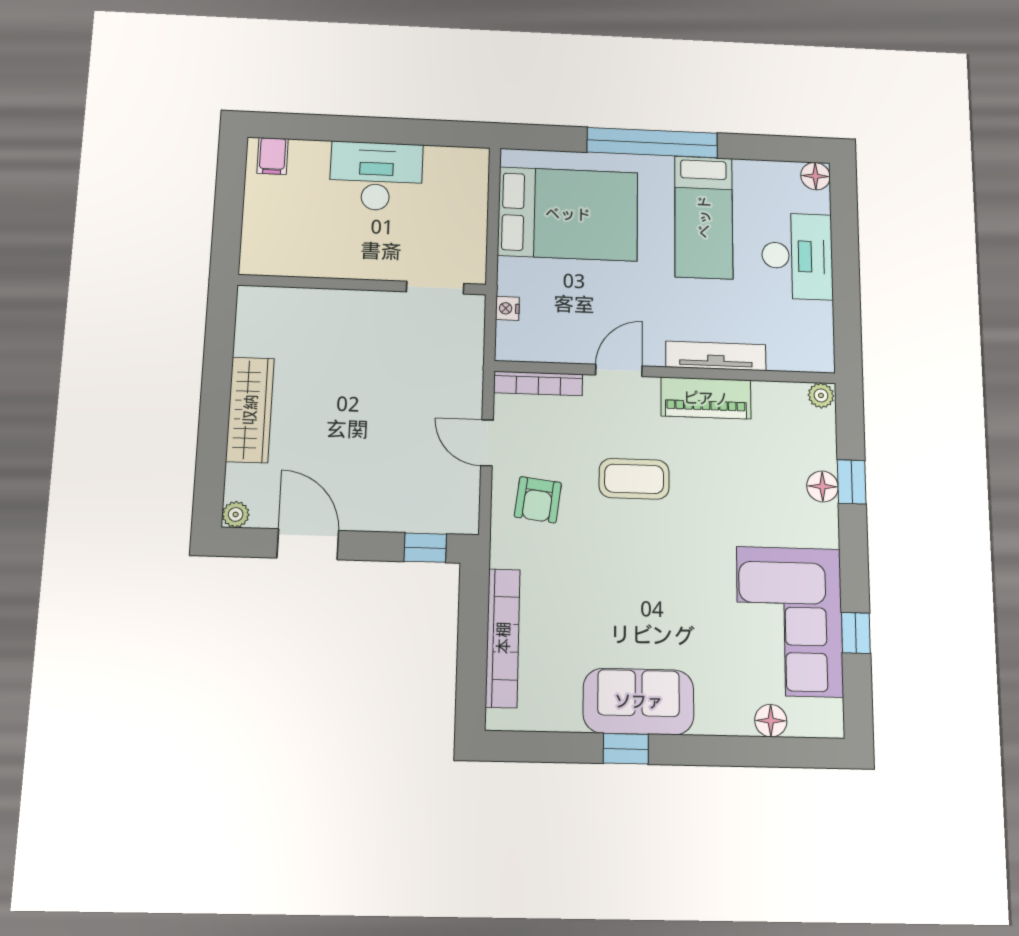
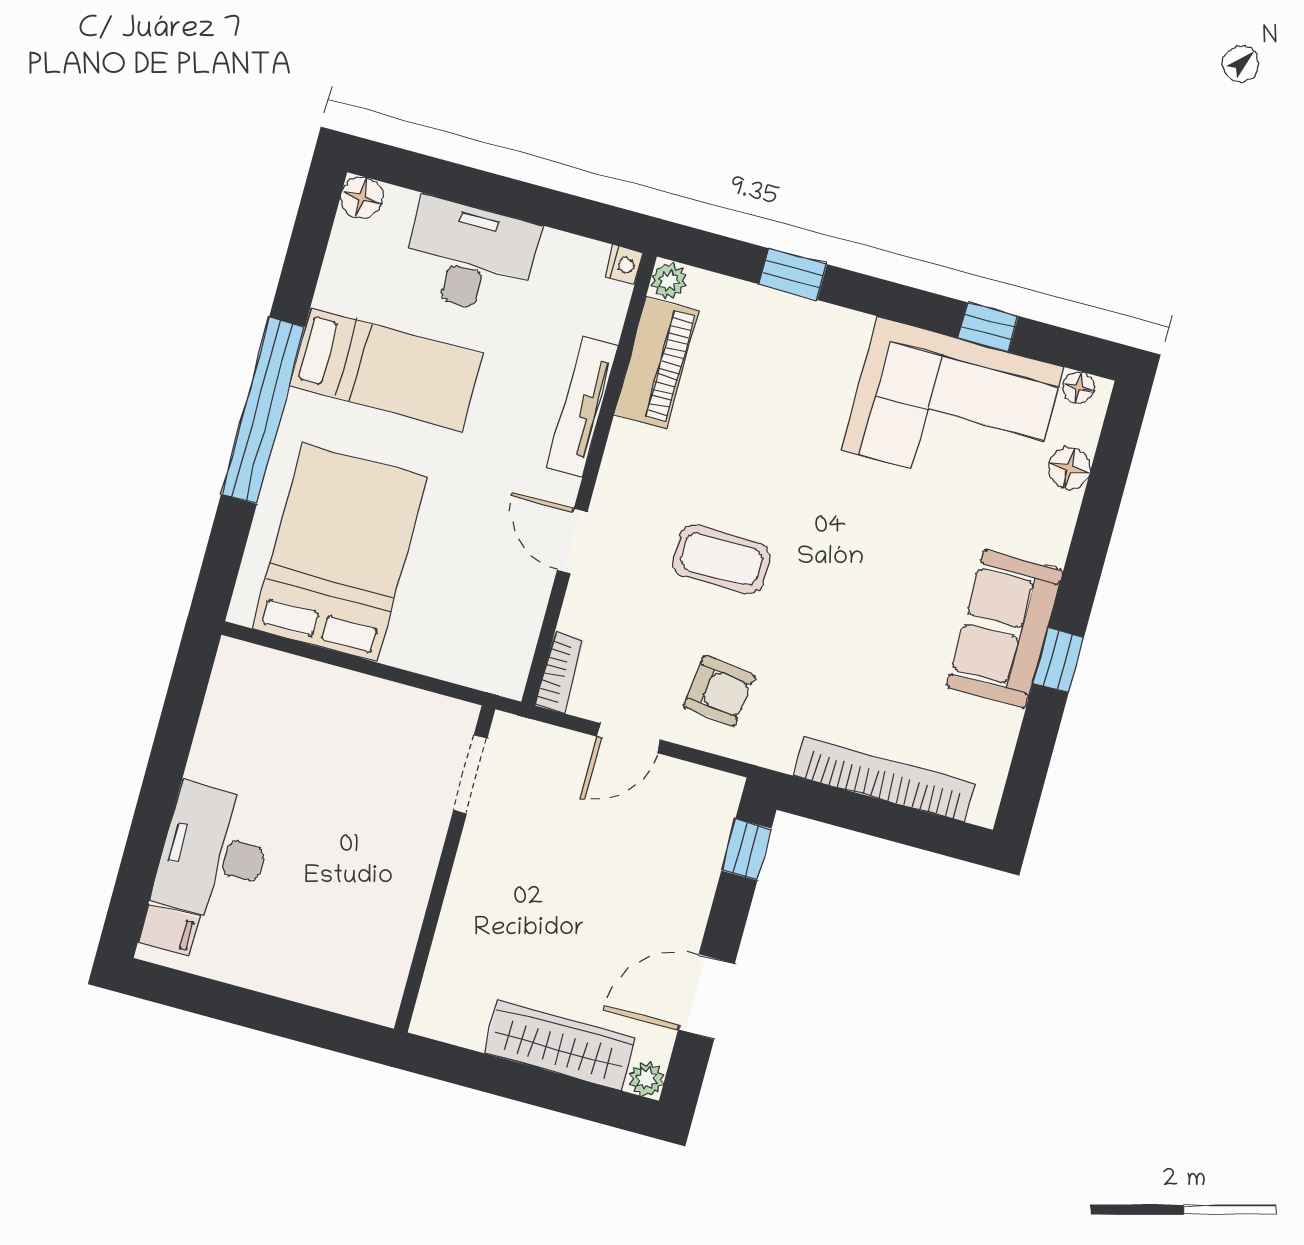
desk: (376, 176) -> (213, 853), moved
wall: (362, 285) -> (445, 869), moved
doorway: (435, 288) -> (470, 774), moved
nightstand: (507, 308) -> (624, 265), moved, turned -90
bookcase: (538, 383) -> (560, 672), width x0.64
piano: (706, 398) -> (656, 363), moved
wardrobe: (250, 410) -> (560, 1045), moved
coffee table: (634, 479) -> (721, 559), turned 90
floor lamp: (823, 486) -> (1079, 387), moved, width x0.73, depth x0.73

